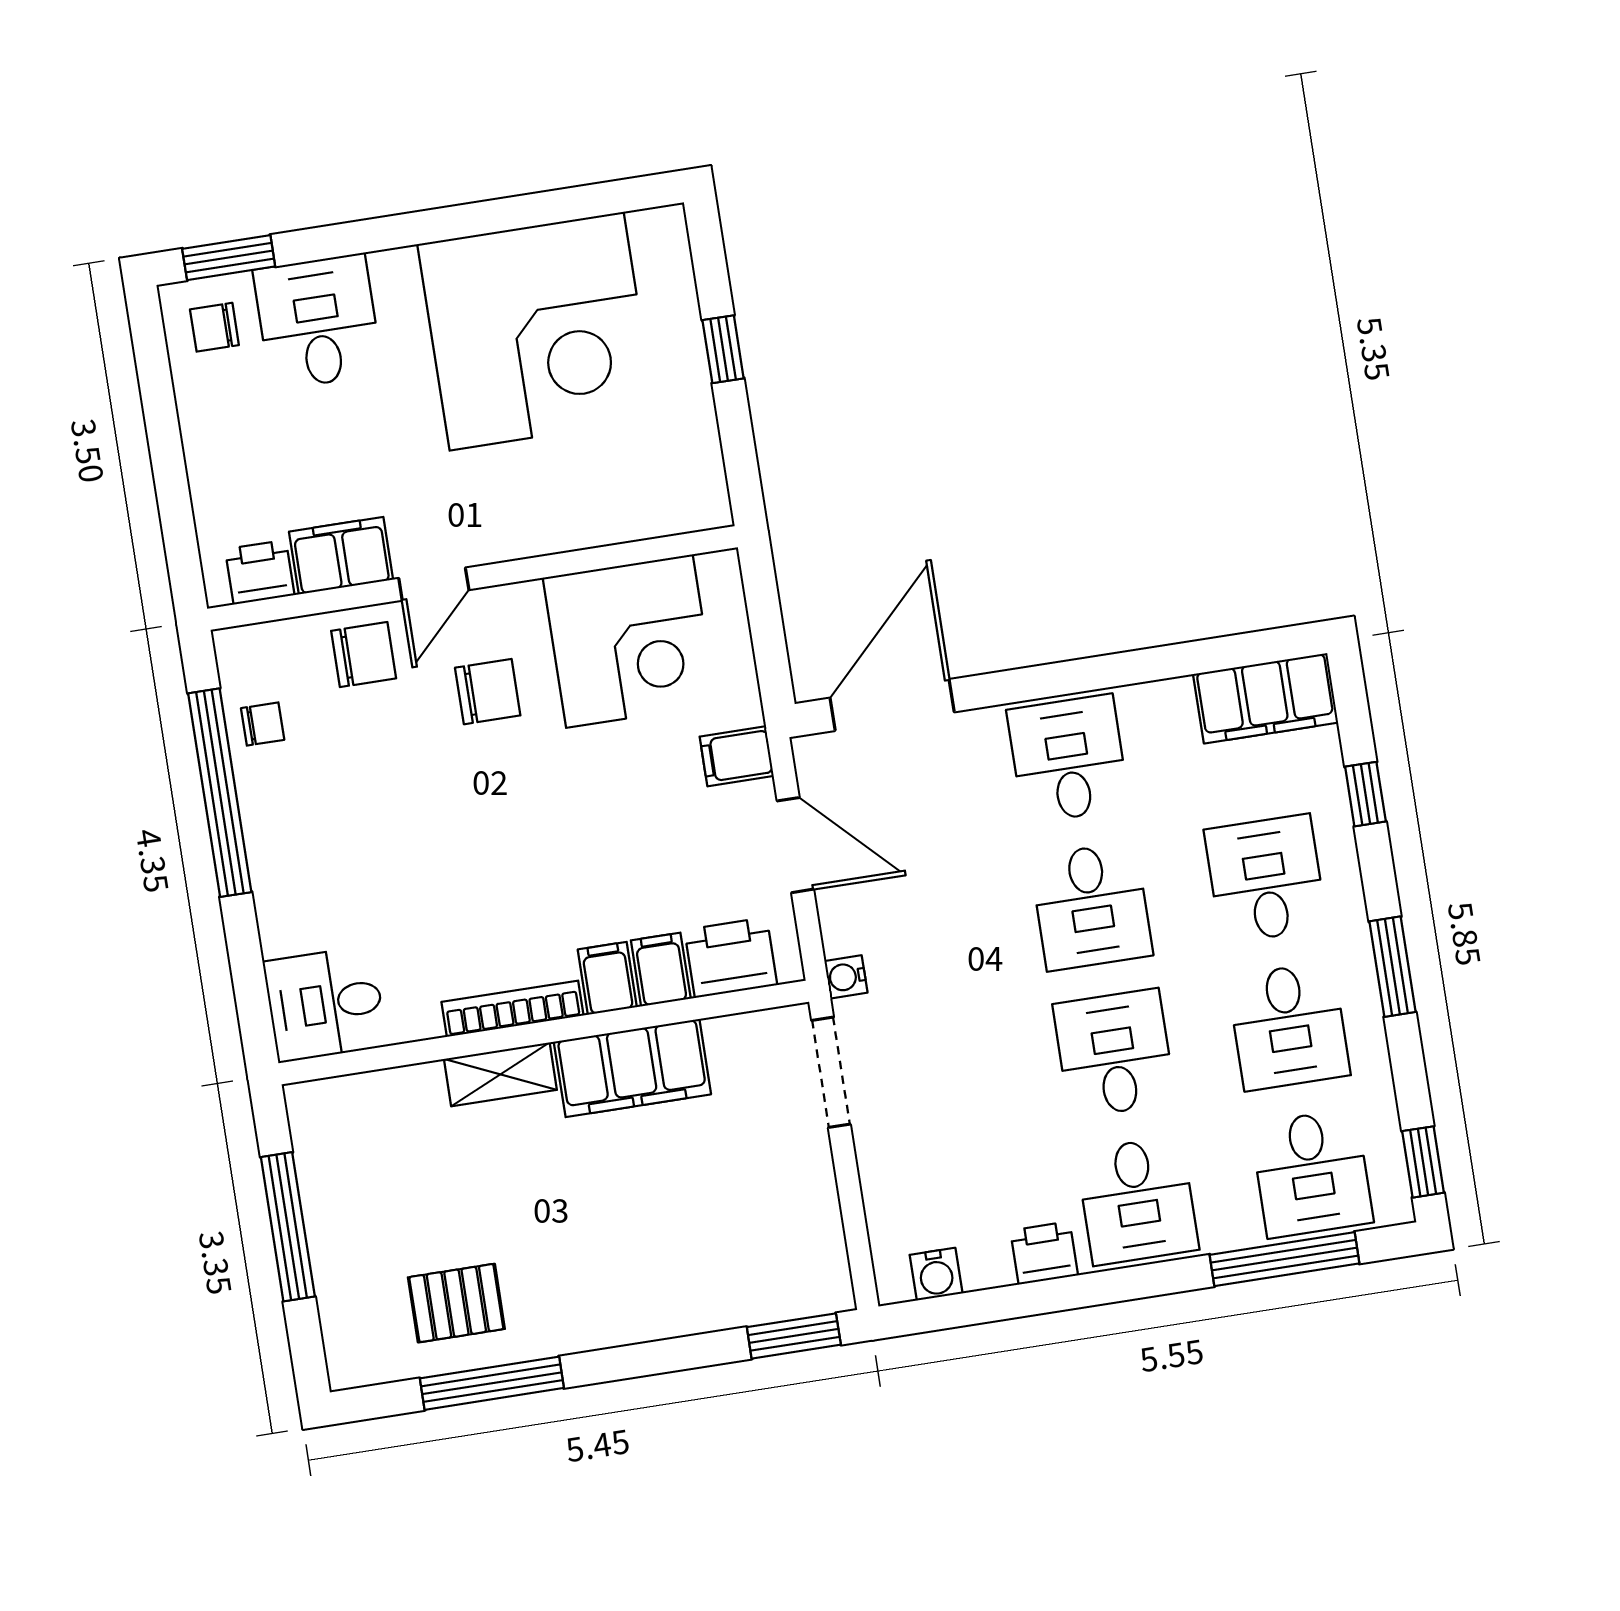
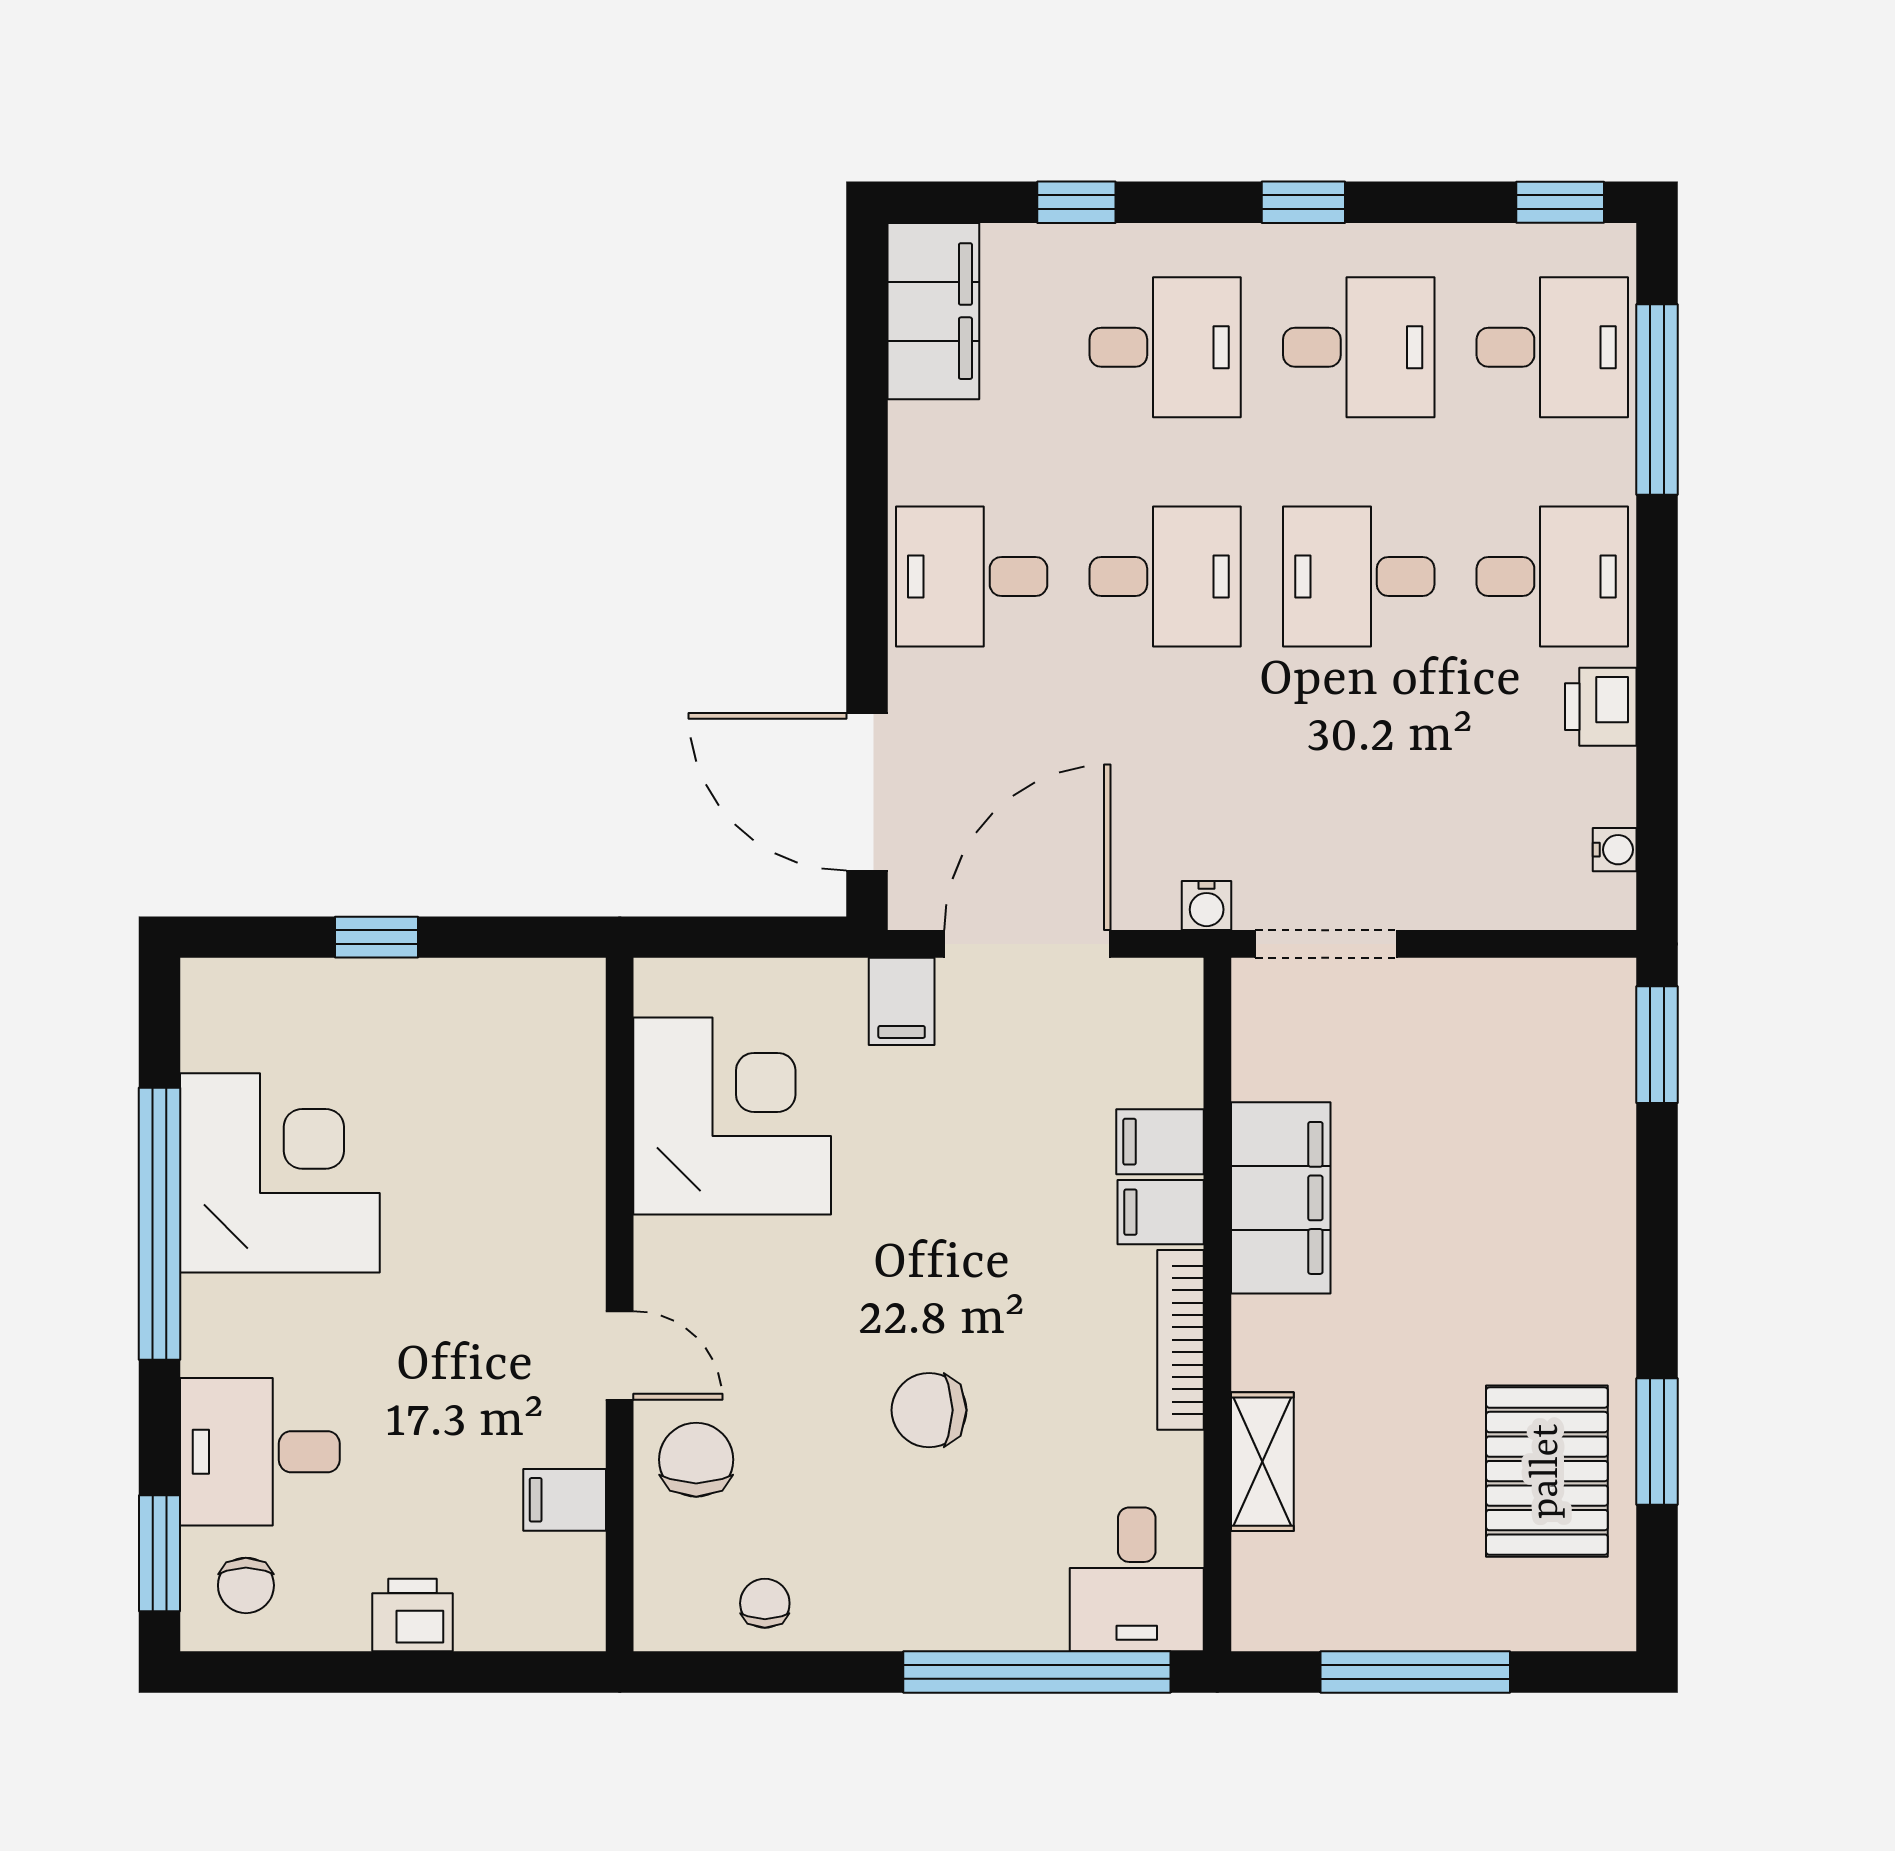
window: (479, 218) -> (160, 1224), added
corner desk: (537, 331) -> (280, 1173), width x0.74, depth x0.74
filing cabinet: (341, 556) -> (565, 1500), width x0.50
printer: (260, 572) -> (413, 1615), moved, turned 90
chair: (488, 692) -> (929, 1410), moved, turned -90
window: (220, 793) -> (1037, 1672), moved
door: (795, 845) -> (1027, 944), width x1.36
desk: (1266, 879) -> (1165, 347), turned 180
printer: (731, 958) -> (1159, 1049), removed
window: (1392, 967) -> (1303, 202), width x0.67
shelving: (500, 1074) -> (1262, 1462), moved
water cooler: (936, 1274) -> (1615, 850), width x0.72, depth x0.72
pallet: (456, 1303) -> (1547, 1471), width x1.50, depth x1.42
window: (492, 1383) -> (1657, 1442), width x0.69

